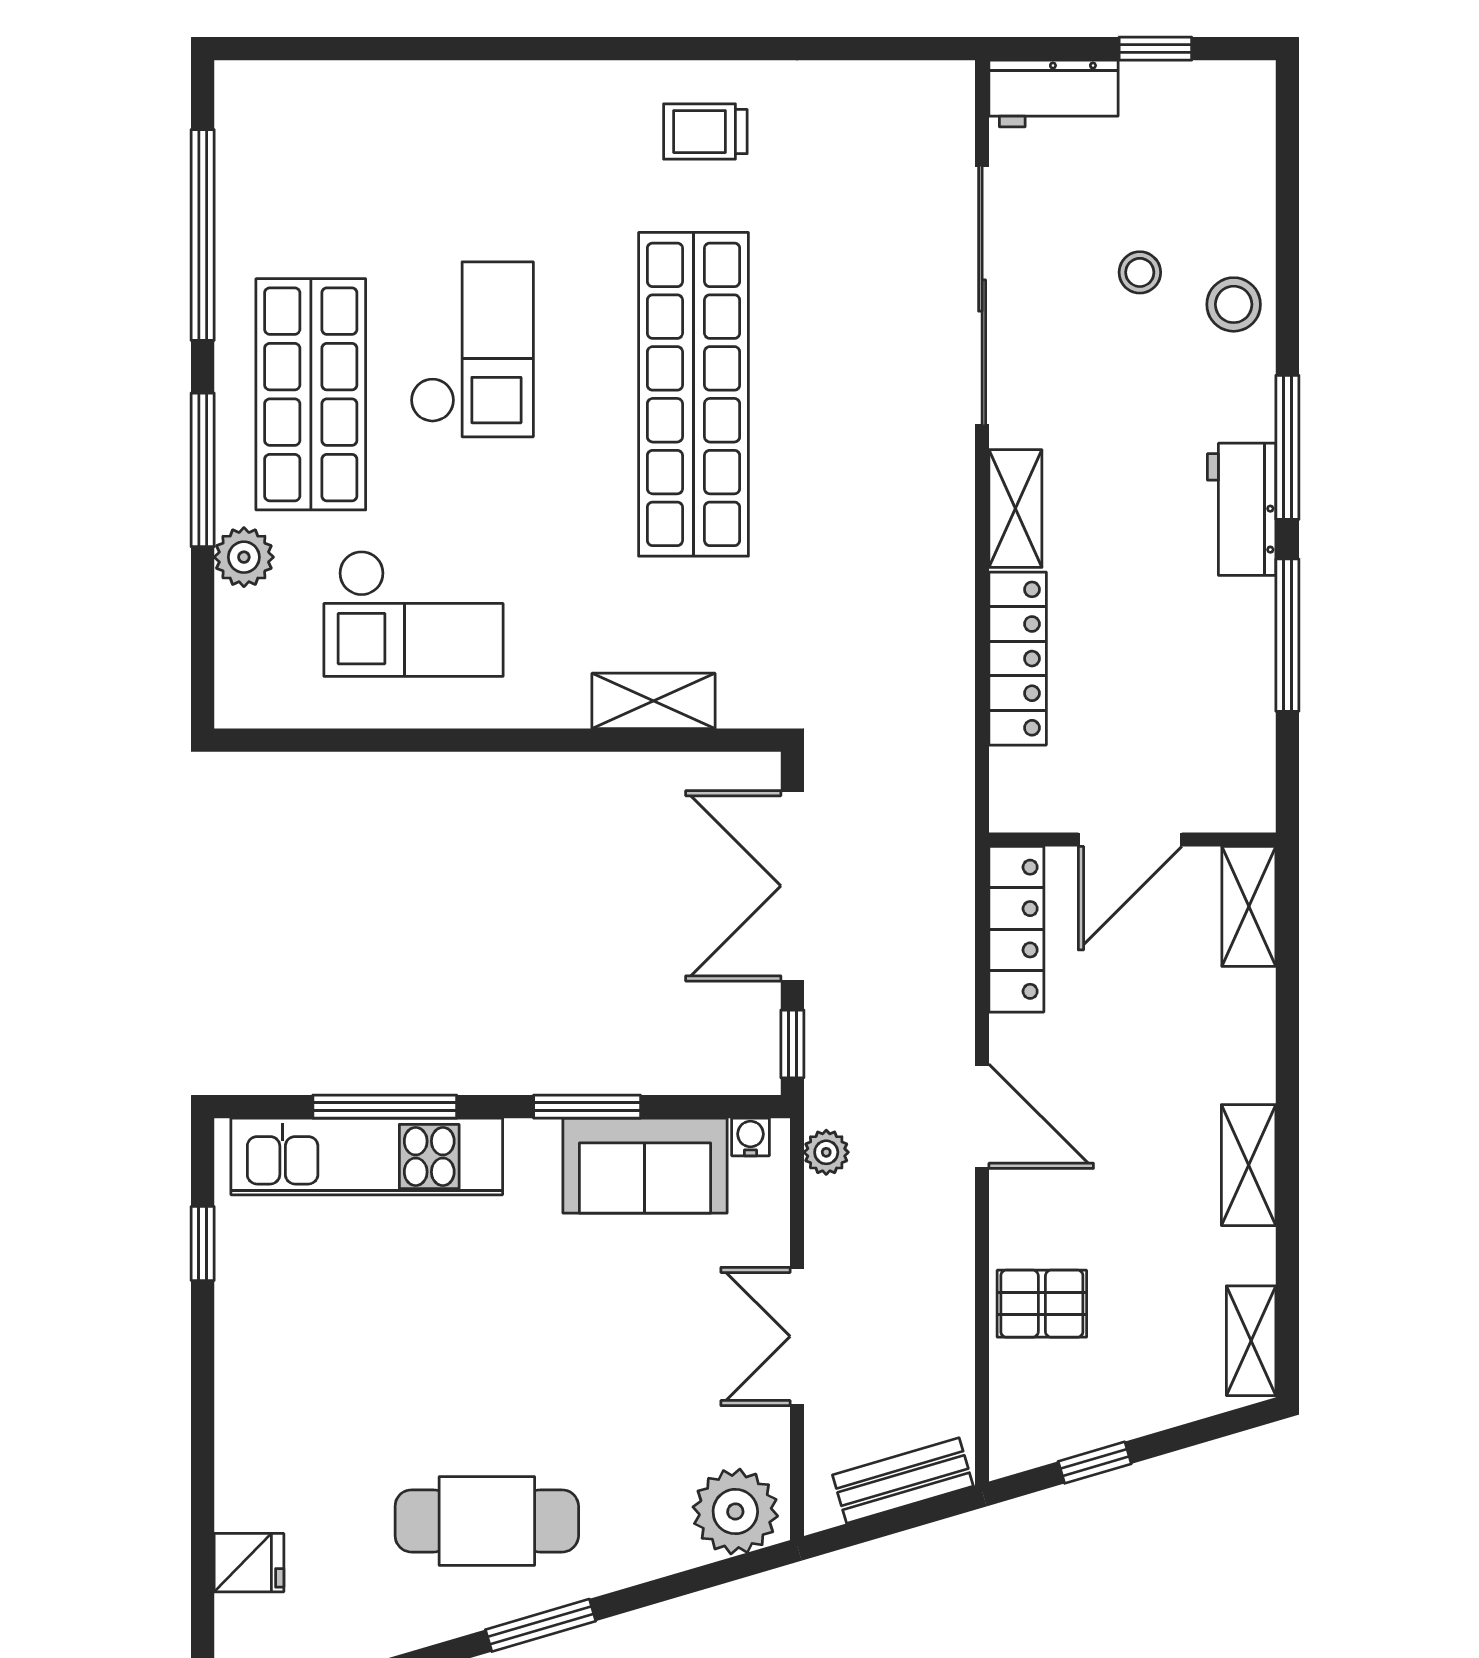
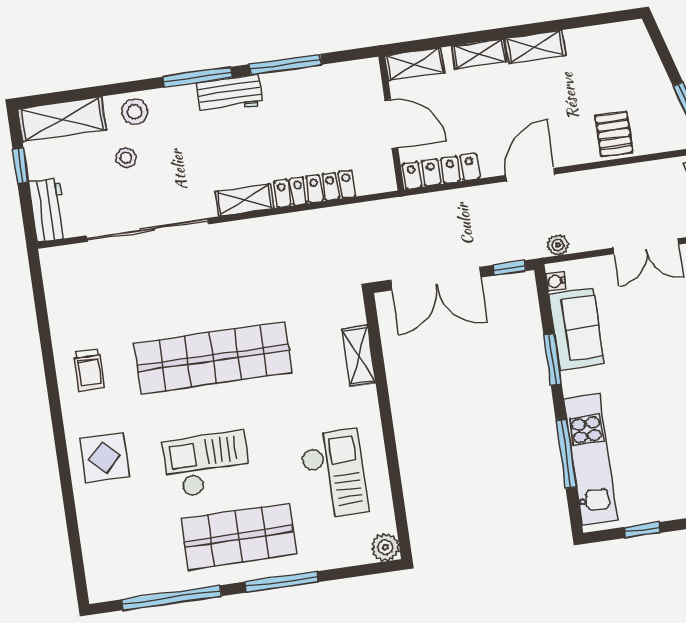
display table: (517, 136) -> (104, 458), added
shelving: (1240, 150) -> (62, 119), added
plant: (244, 557) -> (385, 547), moved
shelving: (1251, 1341) -> (479, 54), moved

